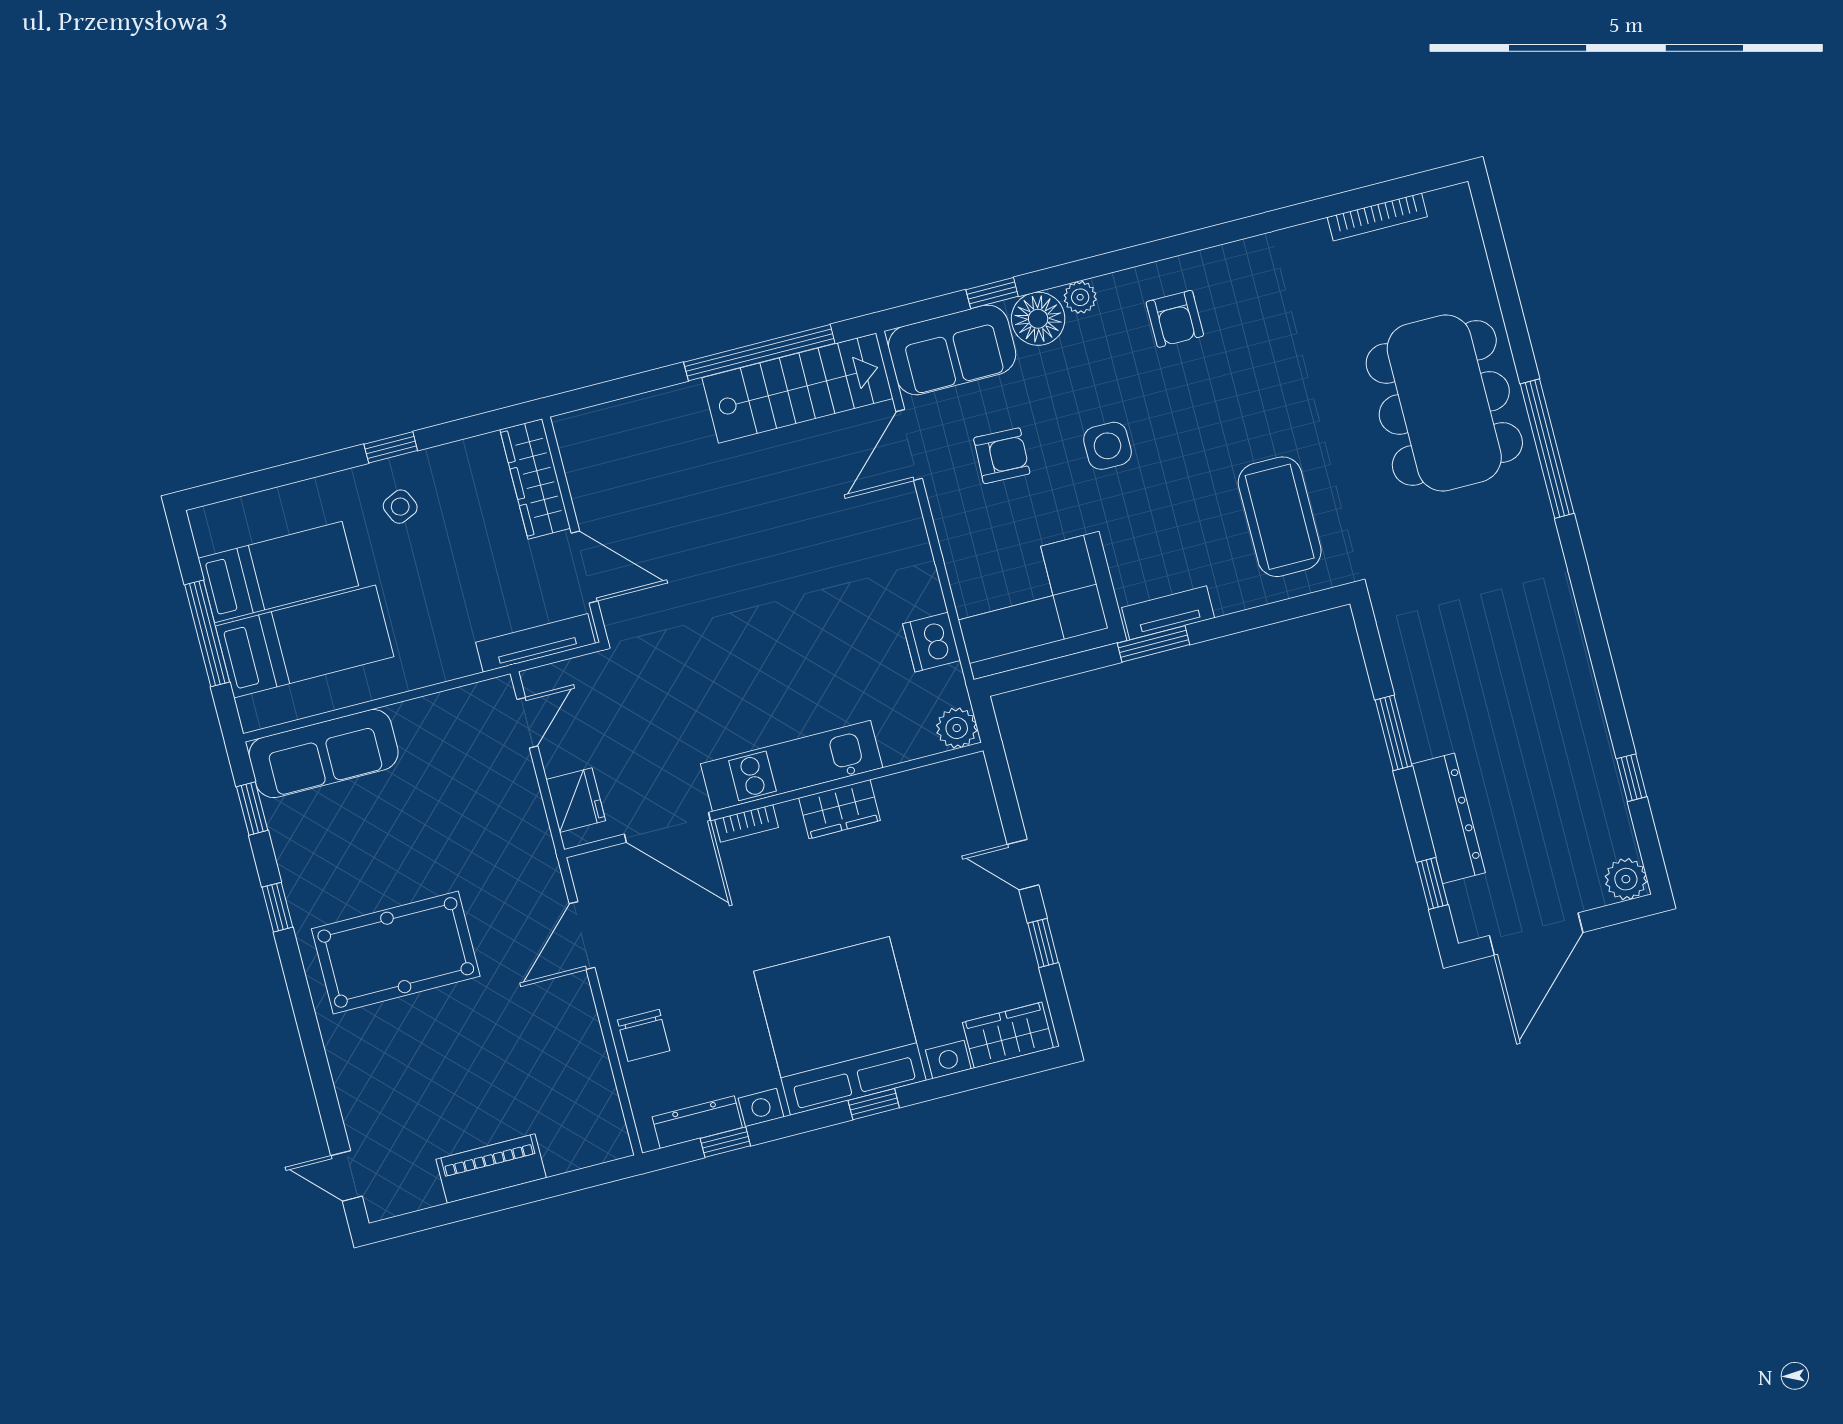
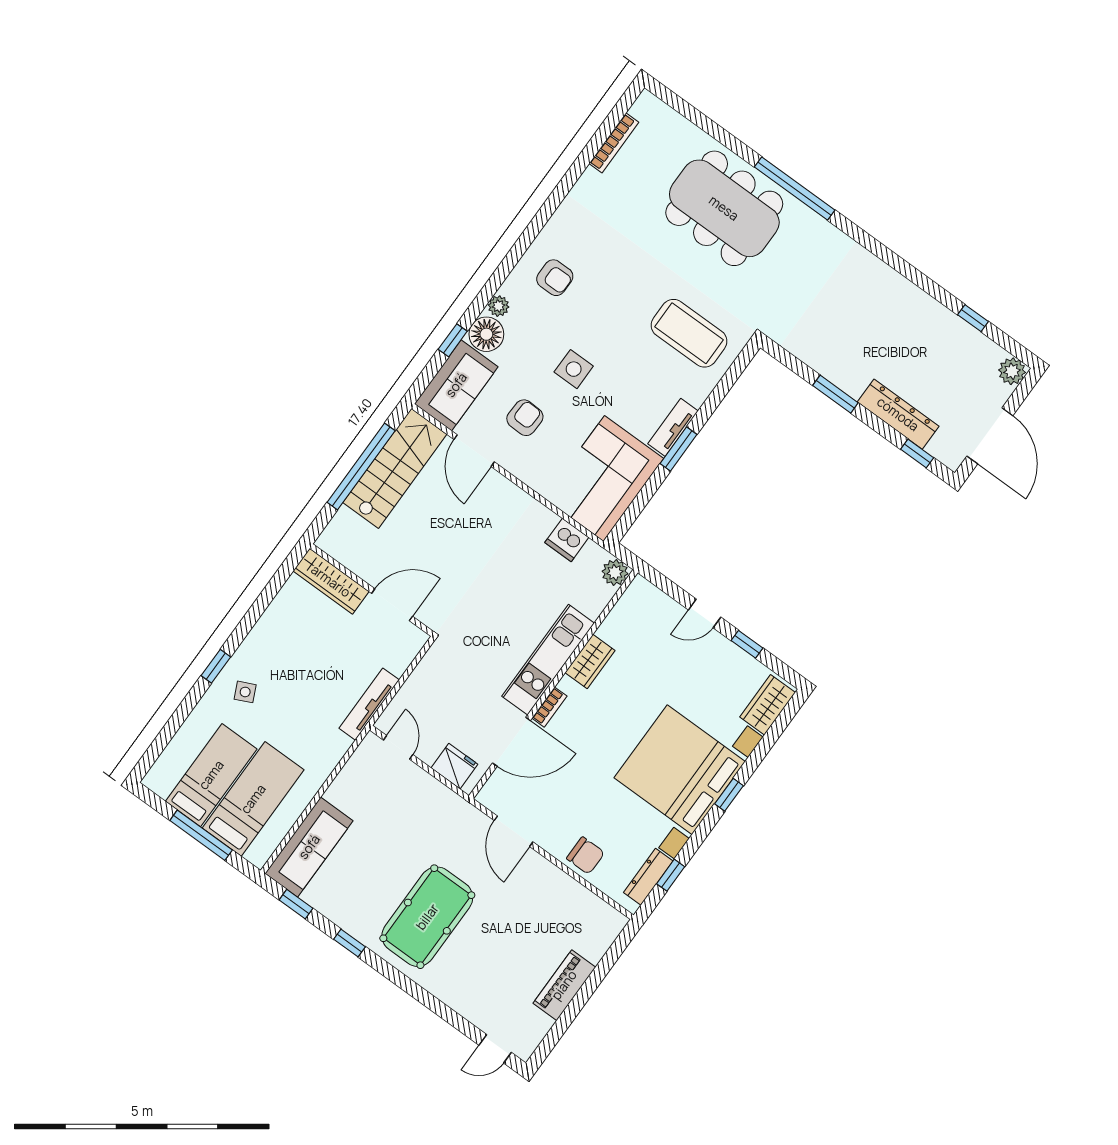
wardrobe: (535, 479) -> (331, 581), moved
wall: (575, 530) -> (372, 590), moved
door: (584, 567) -> (392, 605), moved

